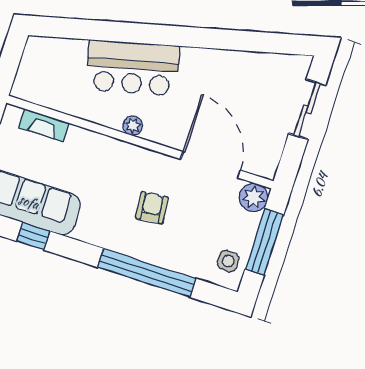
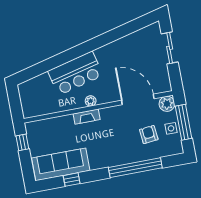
fireplace: (44, 125) -> (87, 117), moved
armchair: (152, 208) -> (149, 135), moved
side table: (228, 261) -> (171, 128), moved

